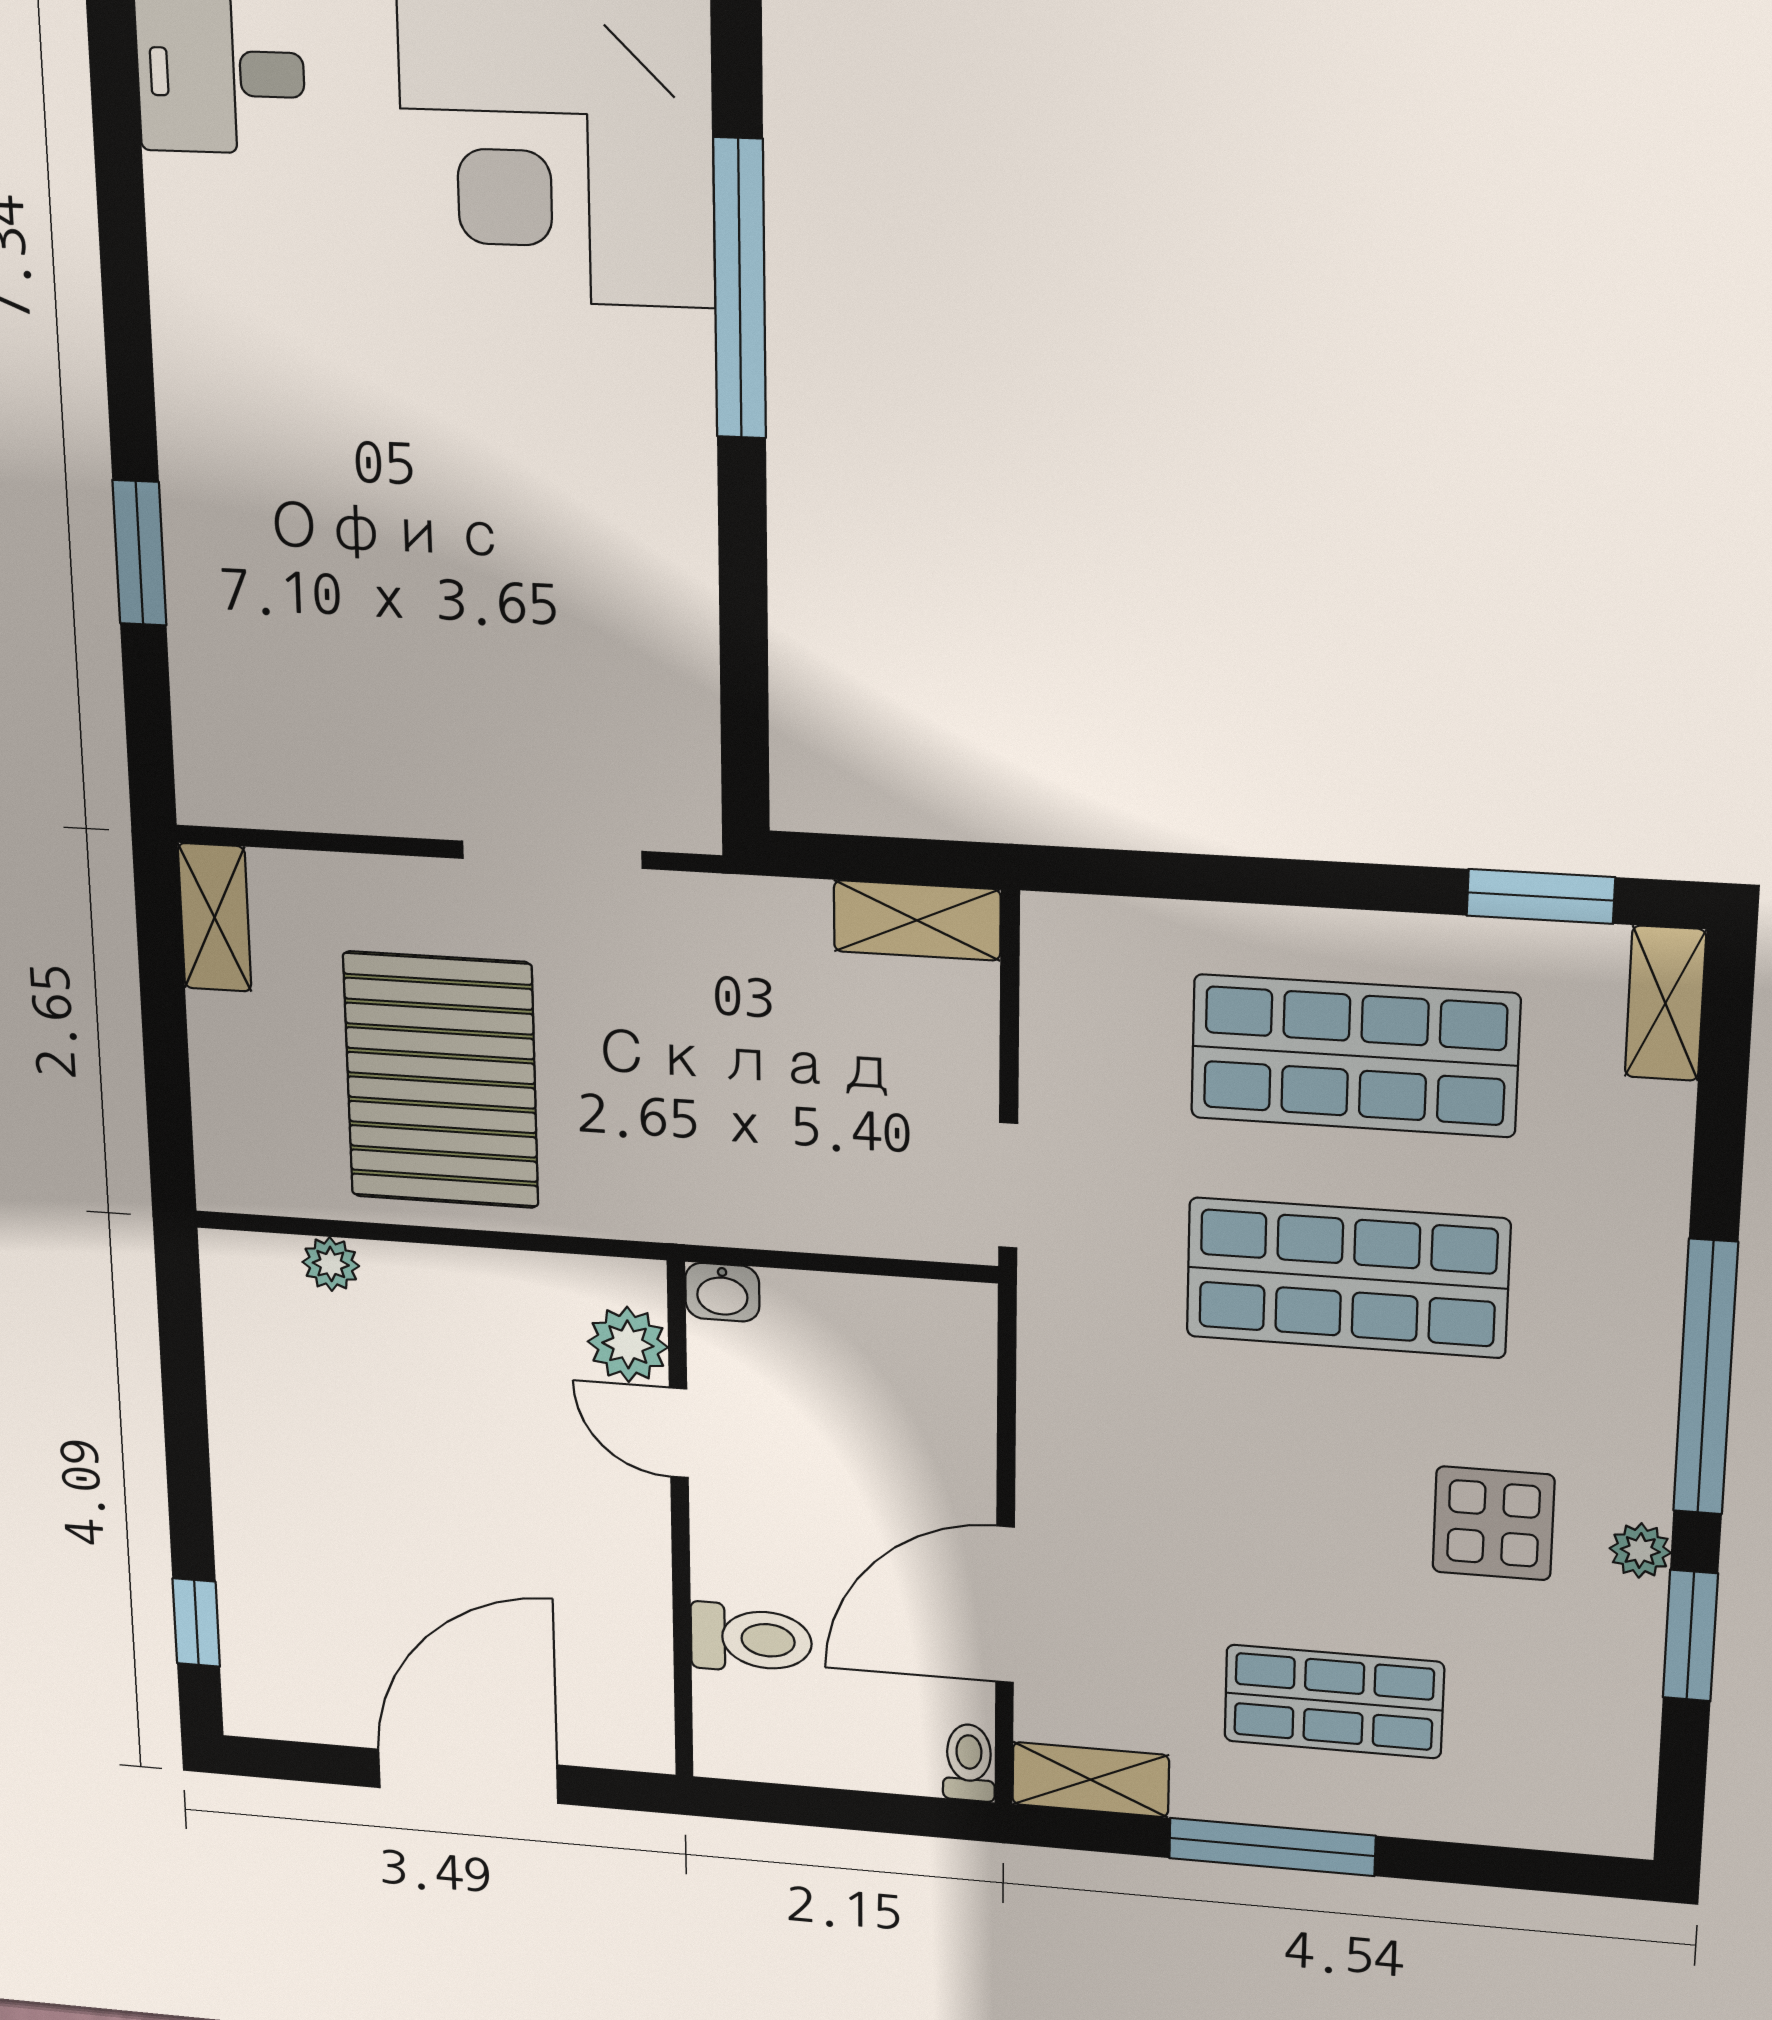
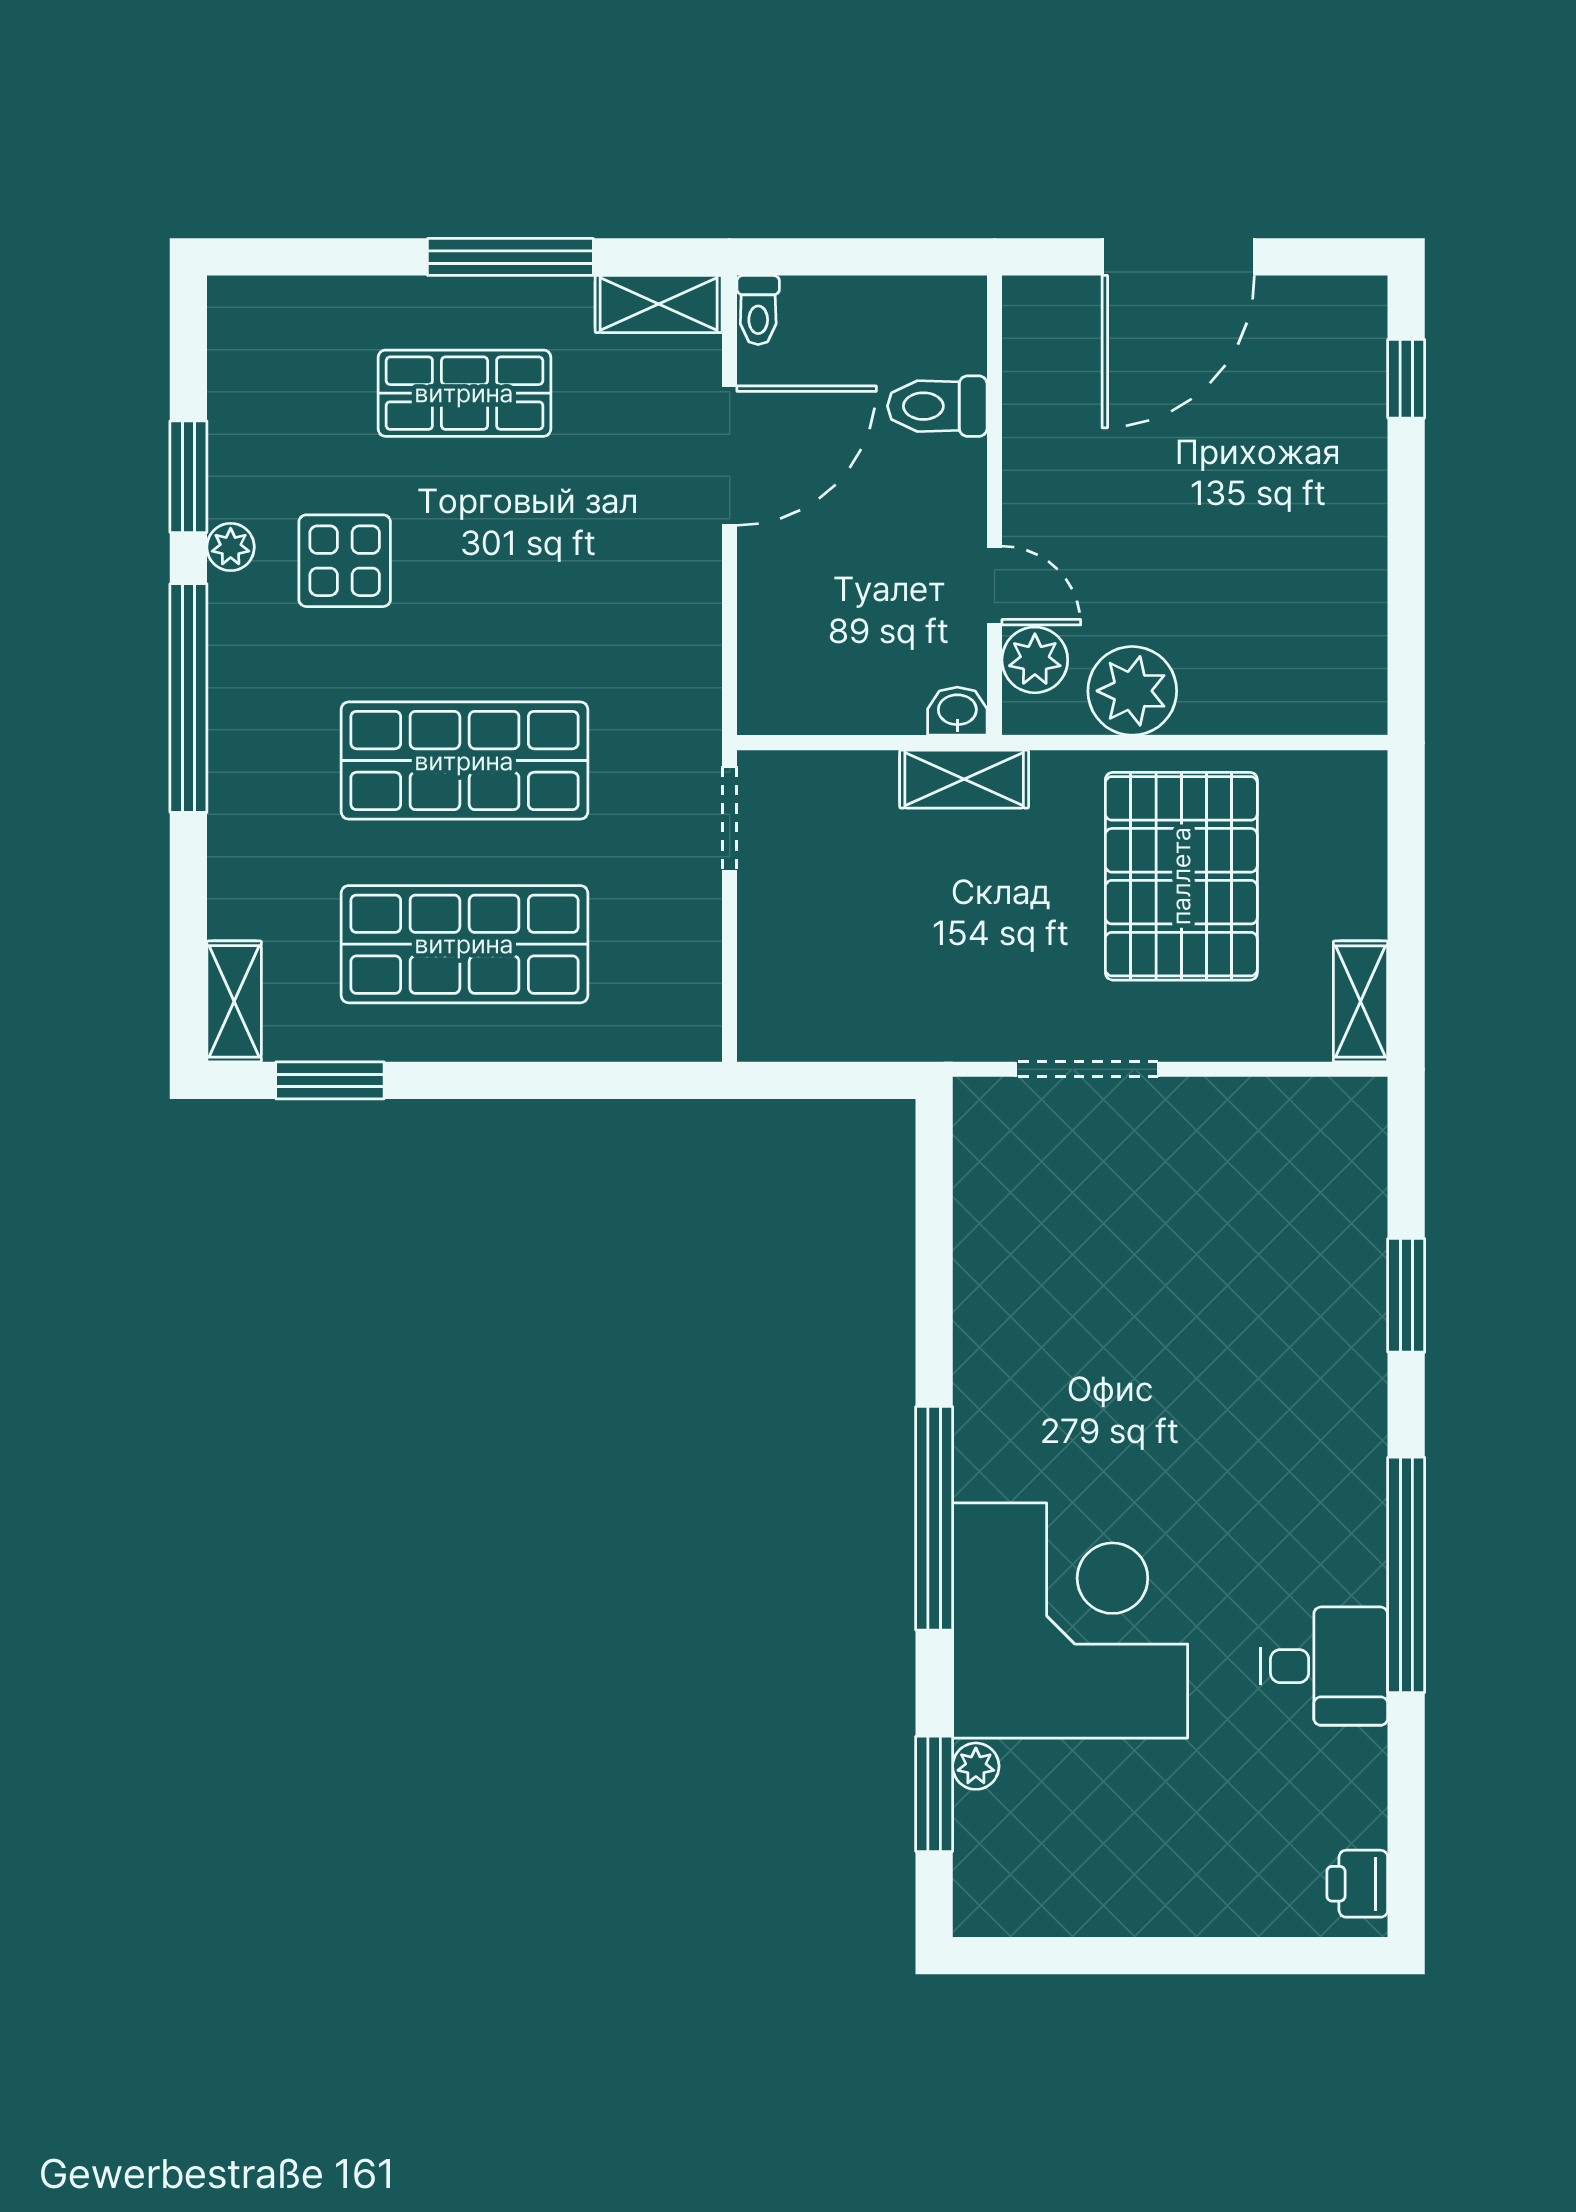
window: (120, 192) -> (1406, 1575), added
shelving: (917, 920) -> (964, 779), moved
plant: (331, 1264) -> (1132, 691), moved, width x1.88, depth x1.88

